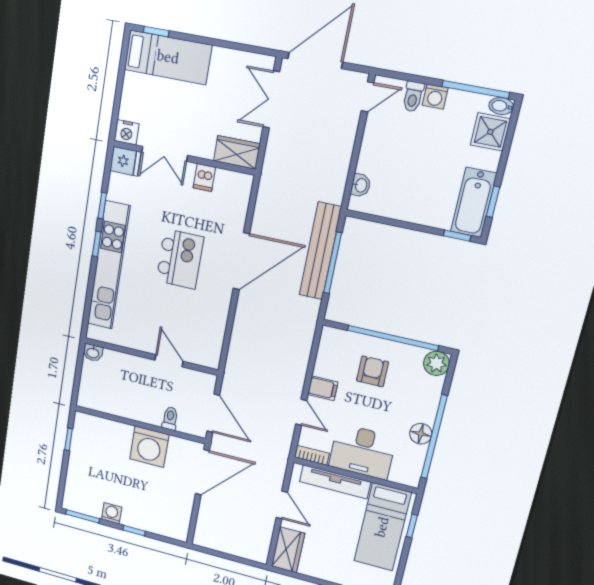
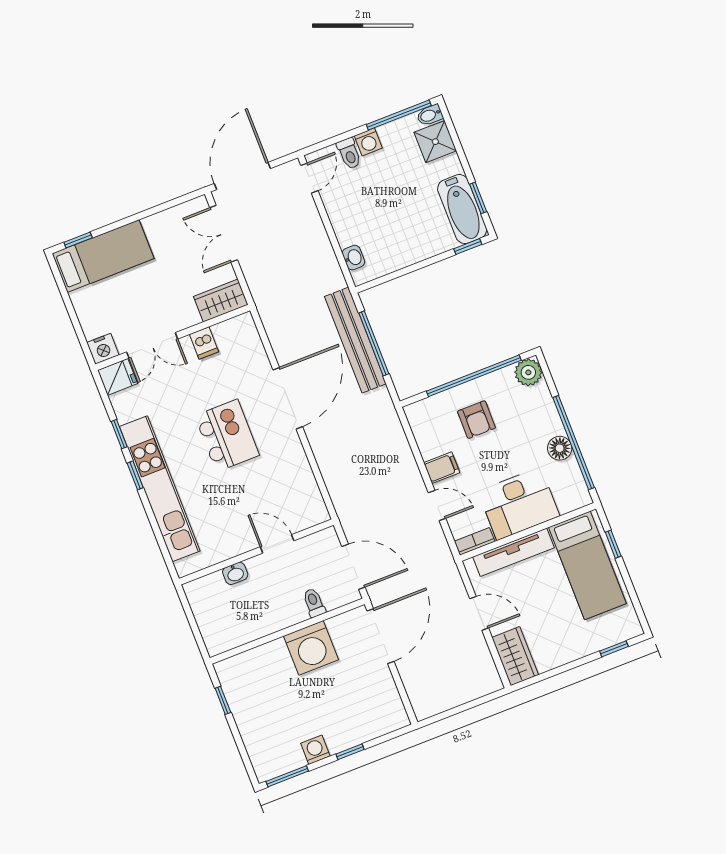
washbasin: (93, 353) -> (235, 573), moved
armchair: (372, 371) -> (477, 420), turned 180

